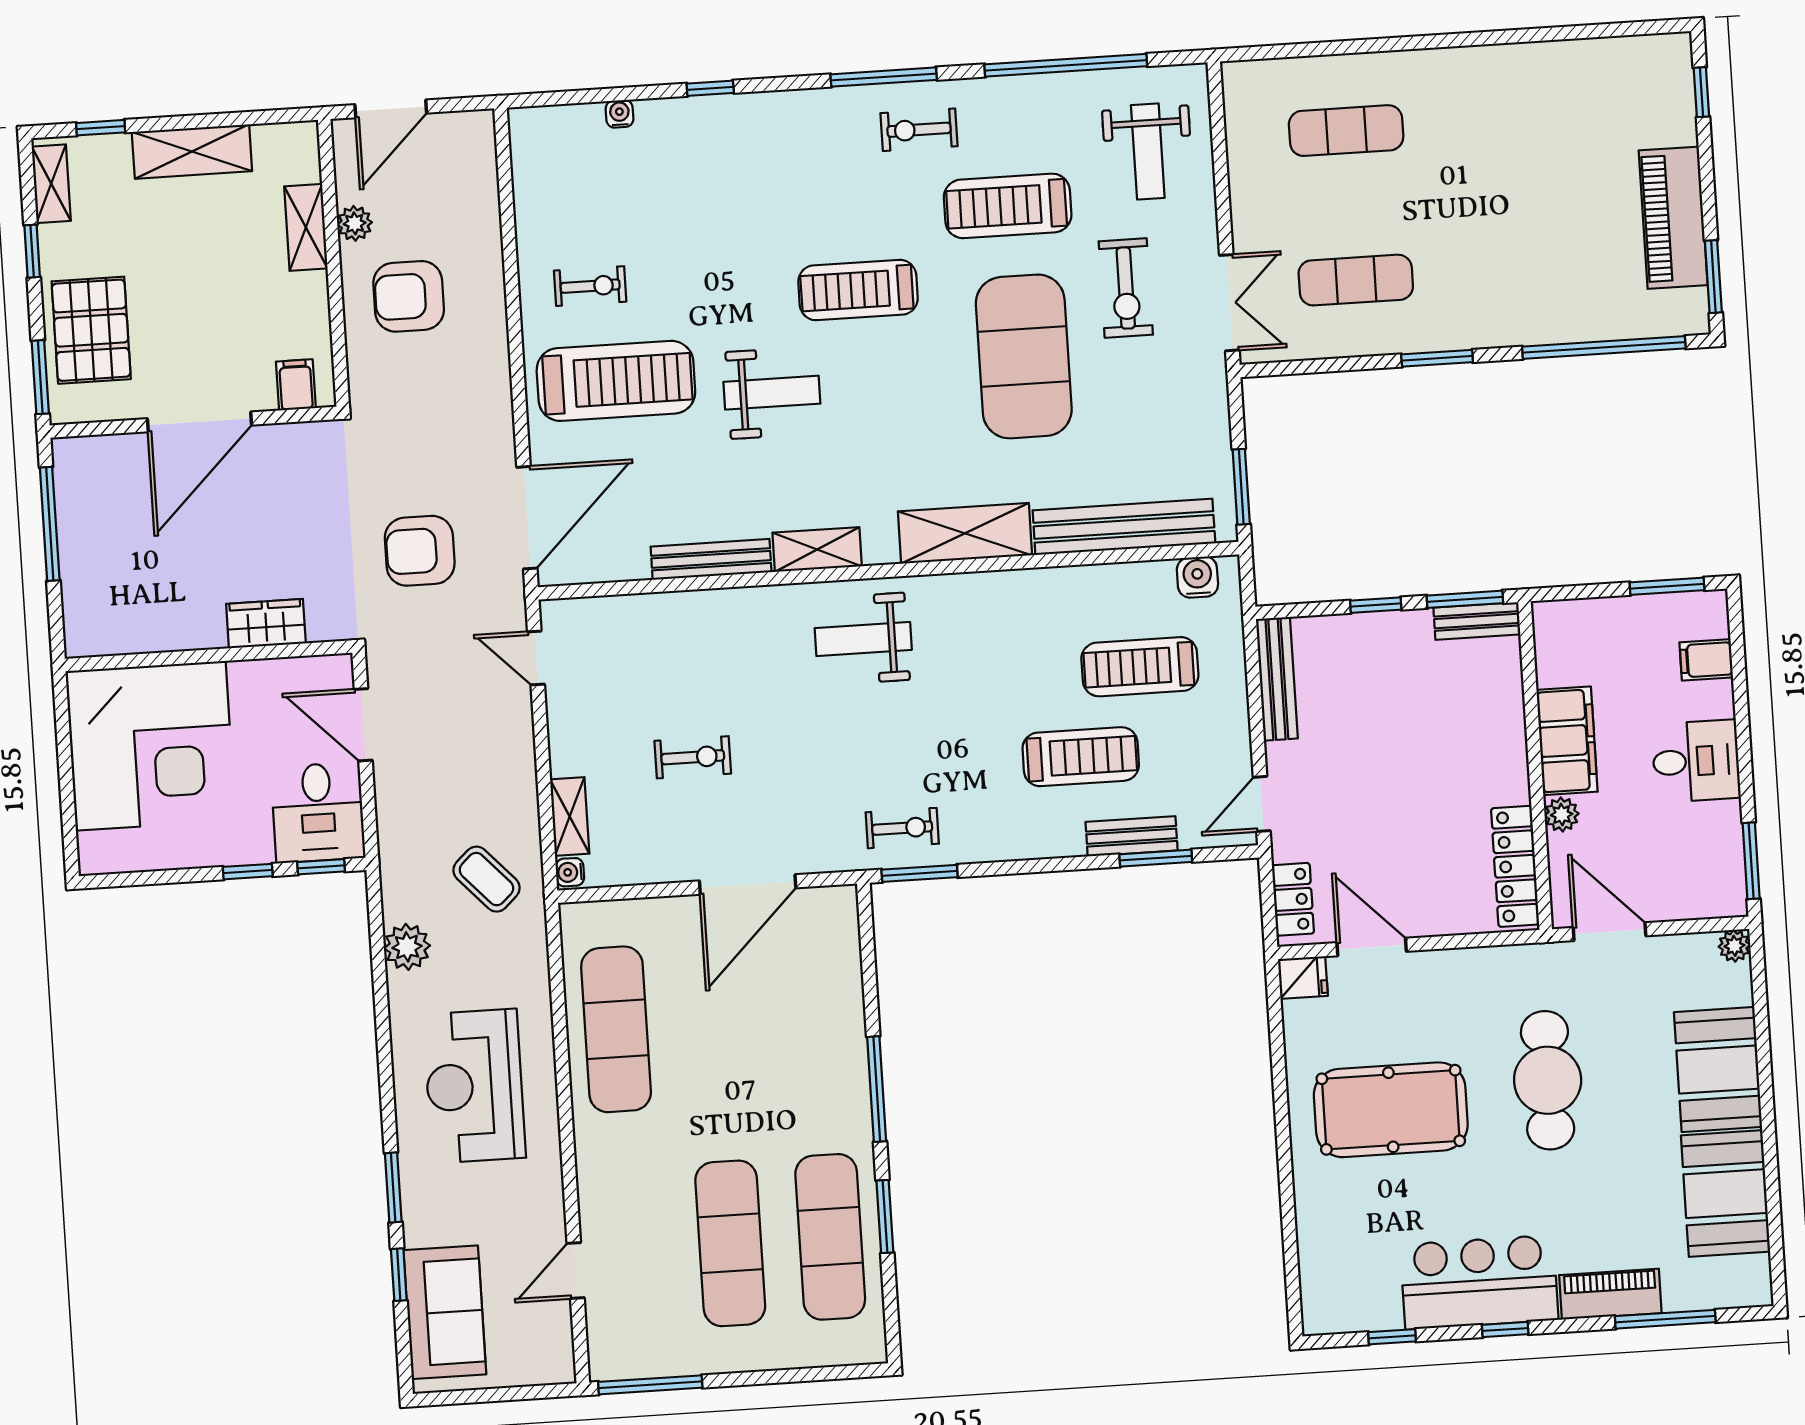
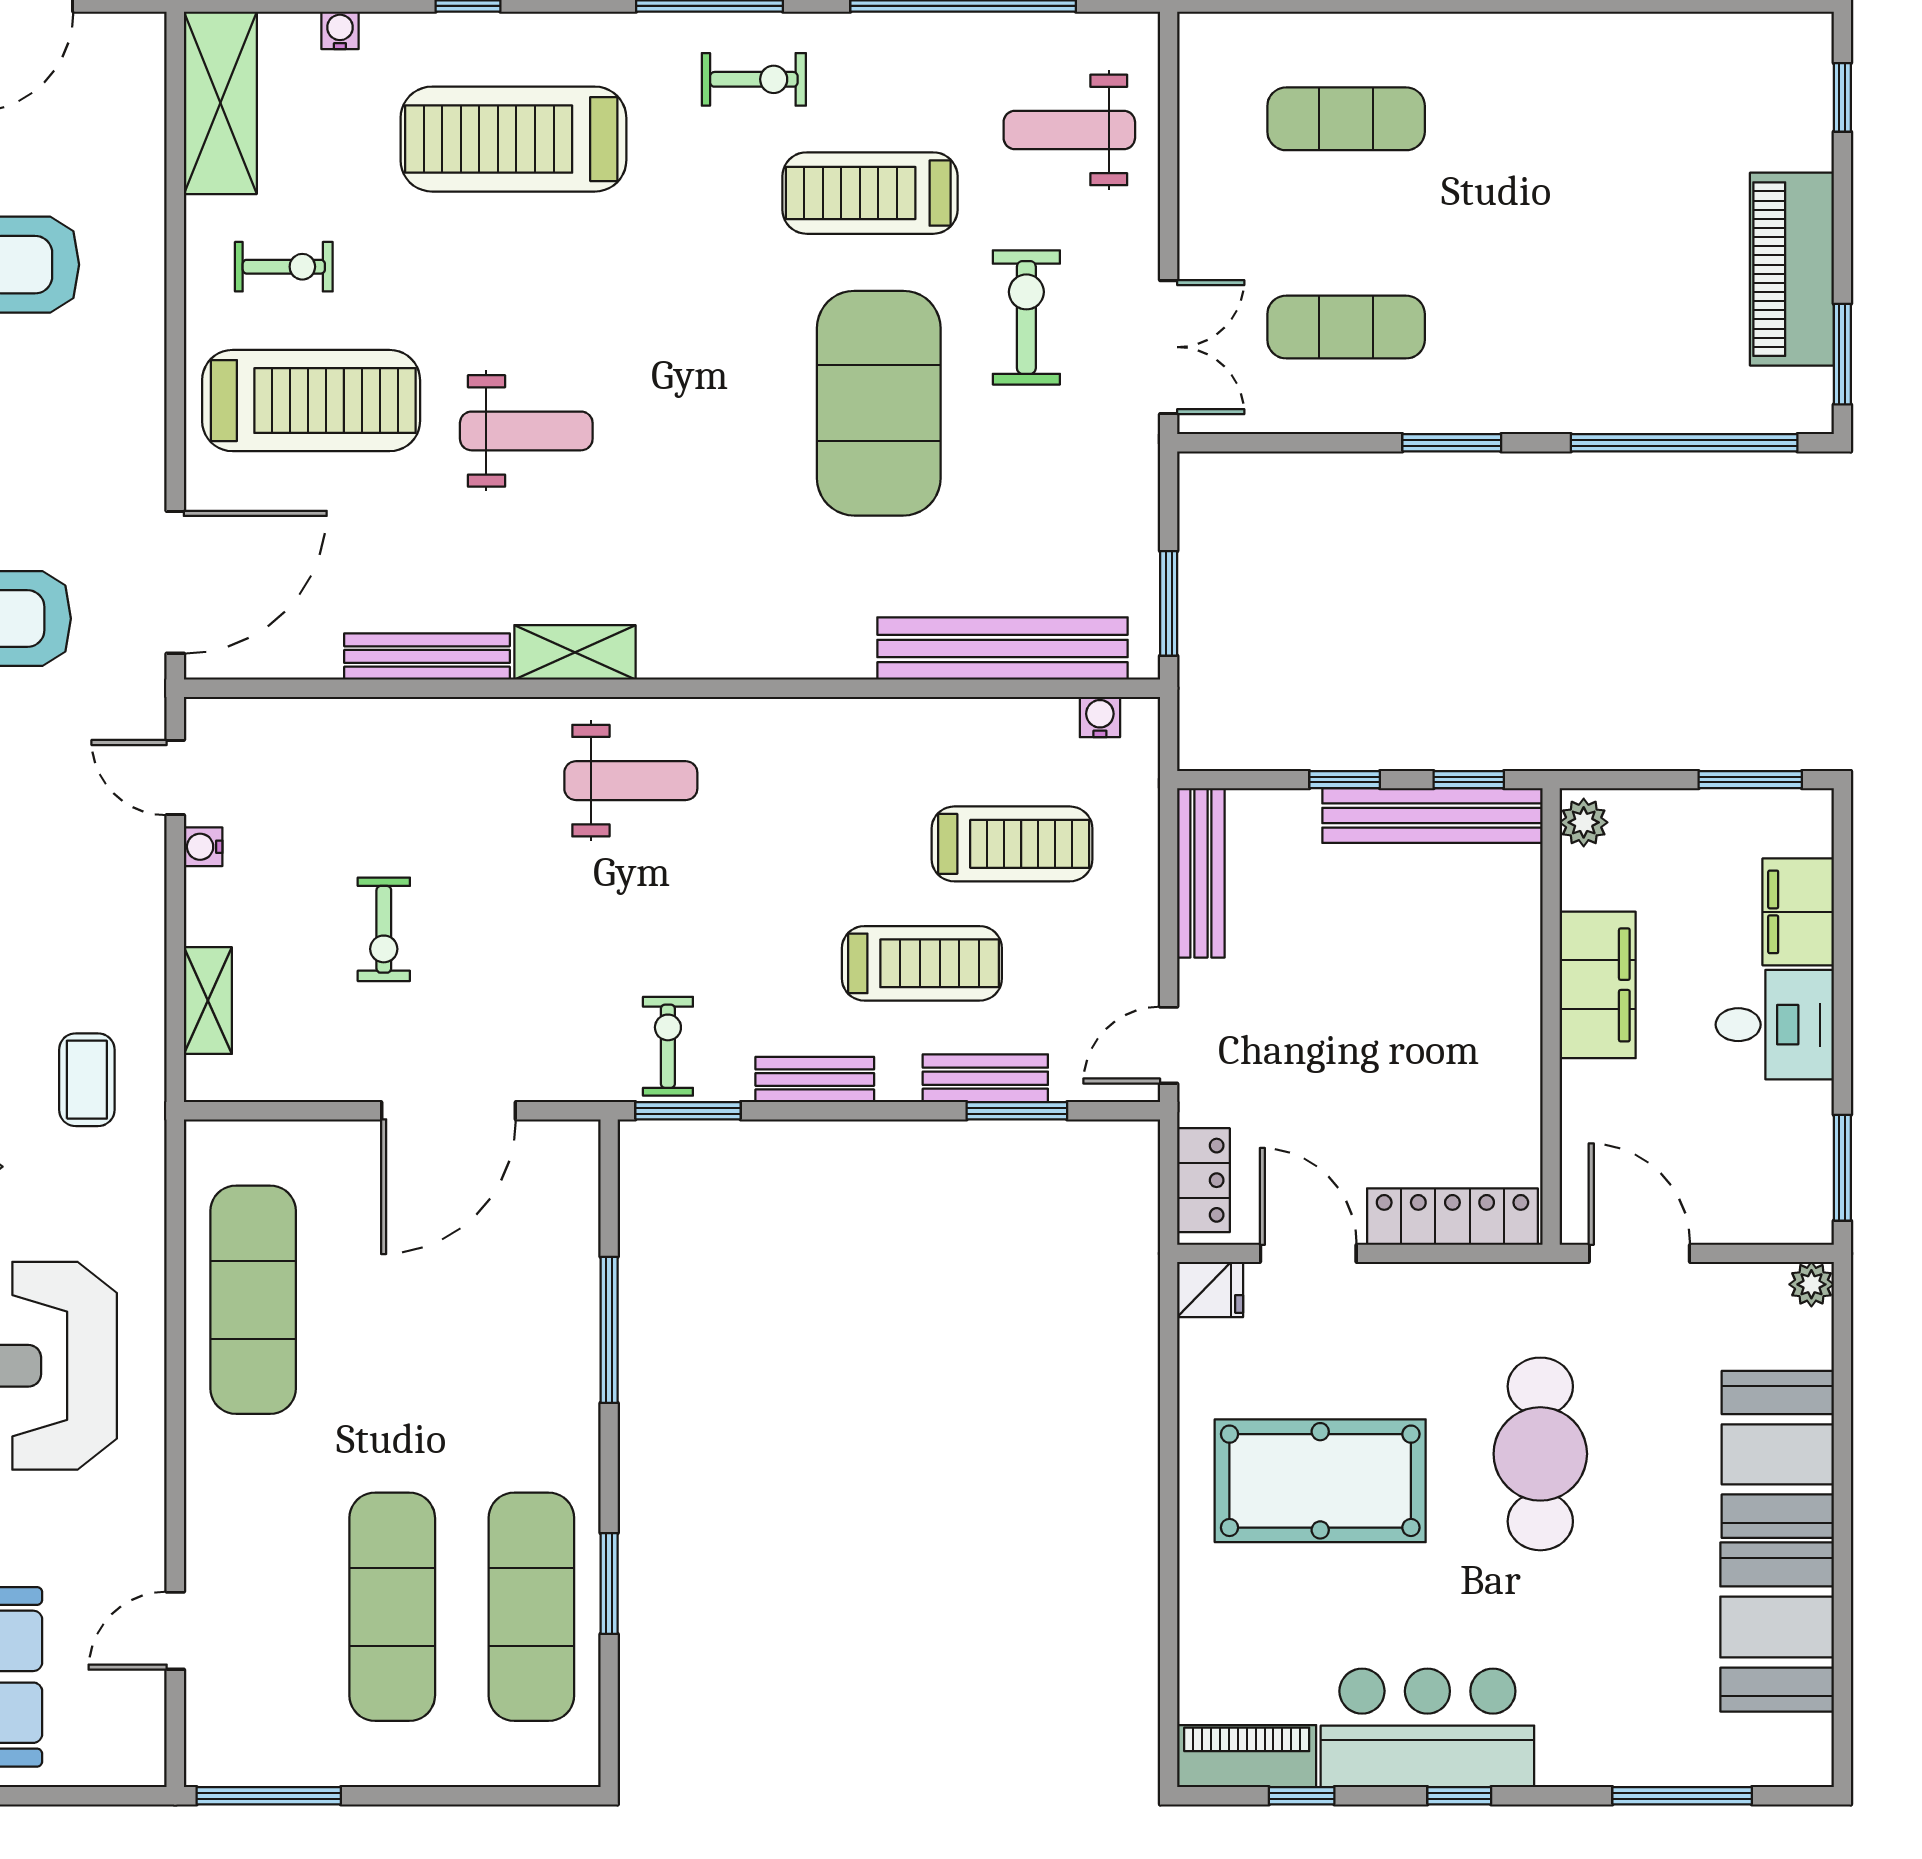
exercise bike: (919, 130) -> (754, 79), turned 180
weight bench: (1148, 151) -> (1069, 130), turned 90
exercise bike: (1126, 288) -> (1026, 317), turned 180
treadmill: (858, 290) -> (513, 139), moved, width x1.37, depth x1.38
shelving: (965, 533) -> (220, 103), moved, turned 90
water cooler: (1197, 577) -> (1100, 717), width x0.72, depth x0.72
window: (1465, 599) -> (1469, 780), width x0.67
bench: (1477, 621) -> (1432, 816), width x1.86, depth x1.21
weight bench: (863, 639) -> (631, 781), turned 180
filing cabinet: (1706, 660) -> (1798, 912), width x2.00
treadmill: (1140, 667) -> (1012, 844), turned 180
exercise bike: (693, 757) -> (384, 929), turned 90
plant: (1562, 815) -> (1584, 822), moved
exercise bike: (902, 828) -> (668, 1046), turned -90
bench: (1009, 845) -> (815, 1079), added
locker: (1515, 866) -> (1452, 1217), moved, turned 90
water cooler: (570, 872) -> (203, 847), moved
coffee table: (486, 879) -> (87, 1080), turned 43
window: (877, 1089) -> (609, 1330), moved
piano: (1610, 1294) -> (1247, 1756), moved

